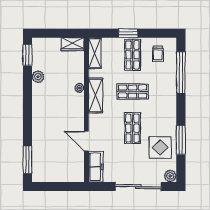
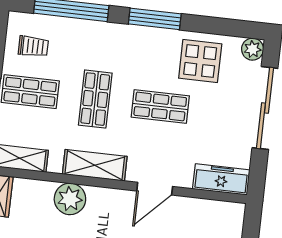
plant: (79, 88) -> (70, 199), width x1.88, depth x1.88
window: (181, 140) -> (155, 19), moved
door: (86, 141) -> (155, 189), moved

